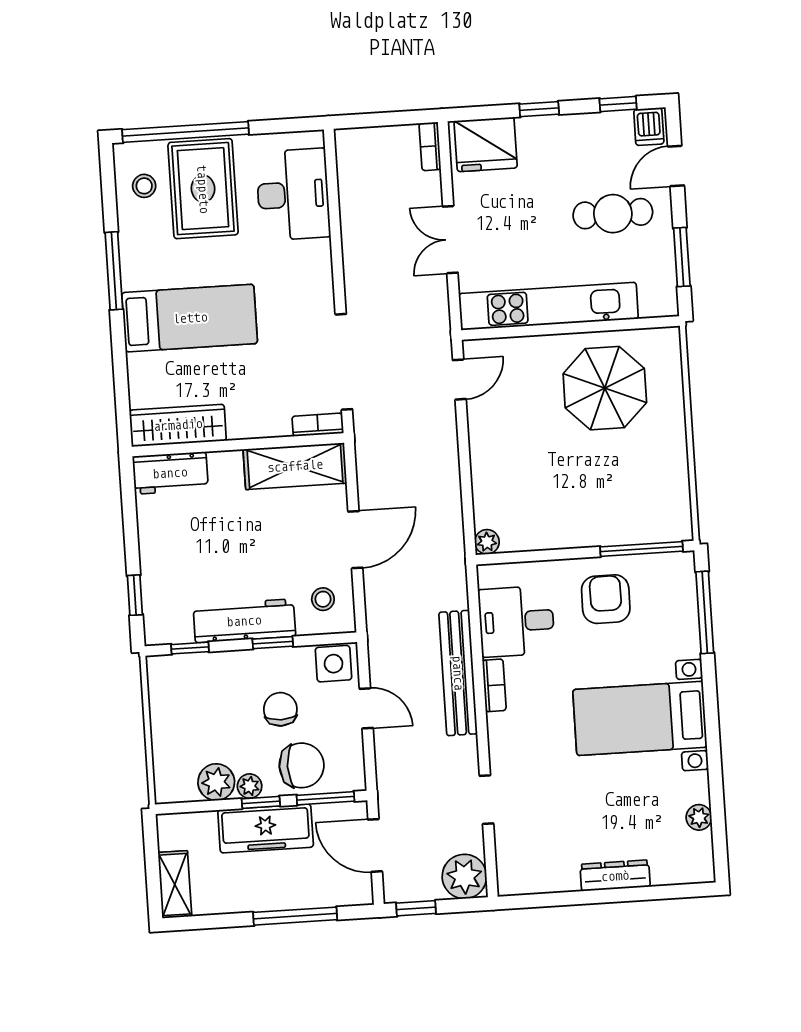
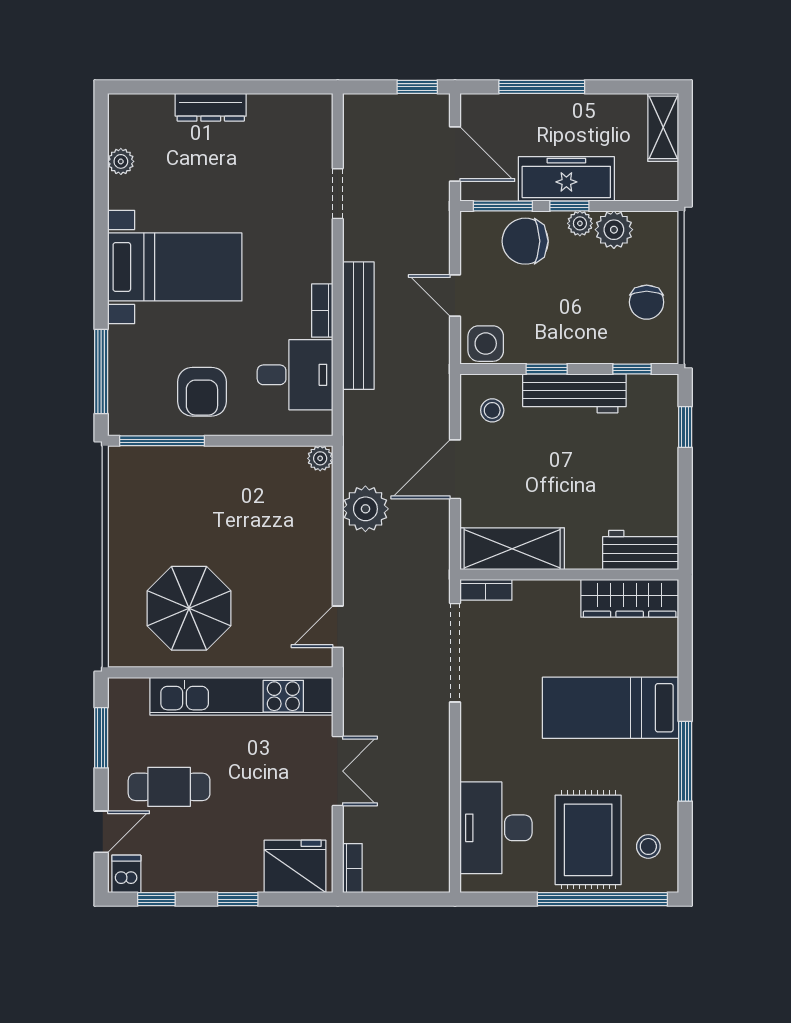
chair: (280, 709) -> (647, 302), moved
plant: (464, 877) -> (365, 509), moved

